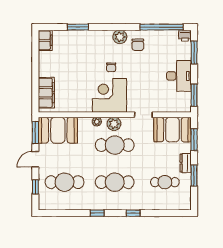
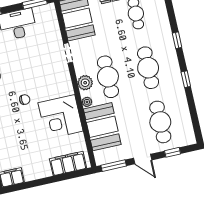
corner desk: (109, 95) -> (60, 117), moved
booth: (58, 130) -> (102, 127), moved

